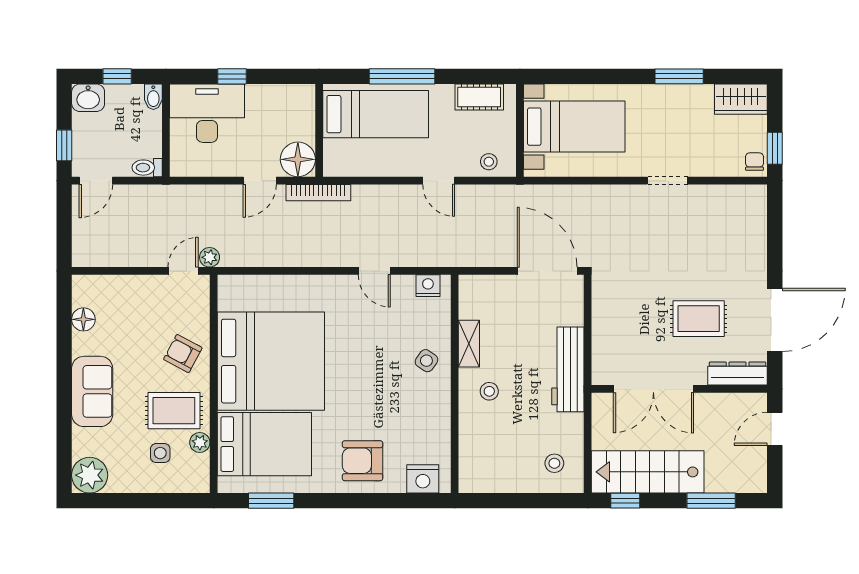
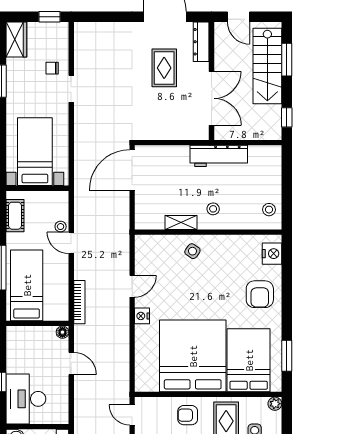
floor lamp: (298, 159) -> (62, 332), width x0.53, depth x0.53
stool: (489, 162) -> (61, 227), moved
chair: (754, 162) -> (52, 68), moved
door: (439, 181) -> (71, 243), swing flipped
bookcase: (318, 193) -> (79, 302), moved
plant: (210, 257) -> (123, 397), removed
nightstand: (428, 286) -> (142, 316), moved
armchair: (183, 354) -> (188, 415), turned 62
workbench: (568, 369) -> (219, 156), moved
plant: (200, 442) -> (275, 404), moved
stool: (554, 463) -> (269, 210), moved
stairs: (648, 472) -> (267, 66), moved

